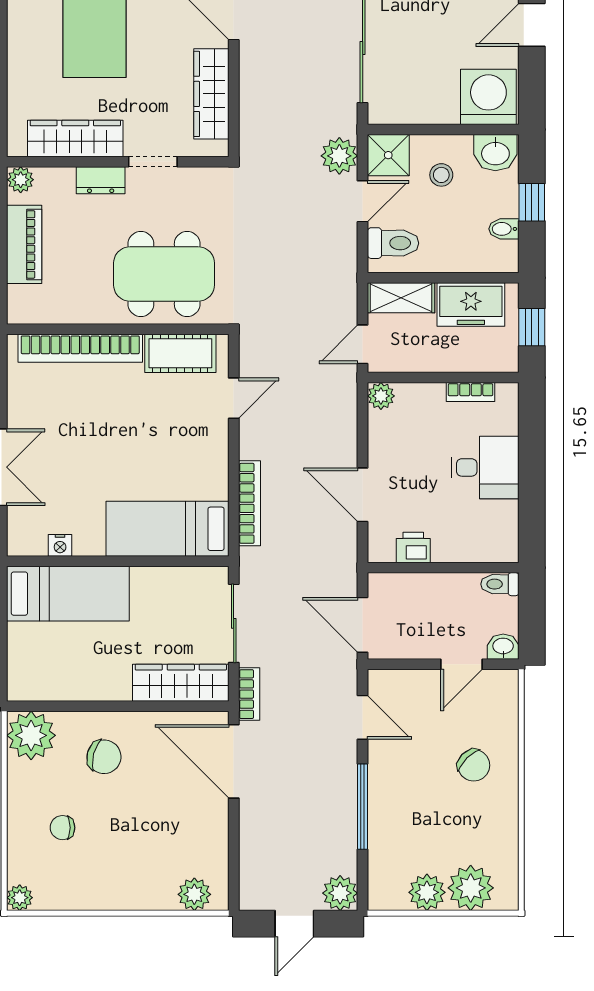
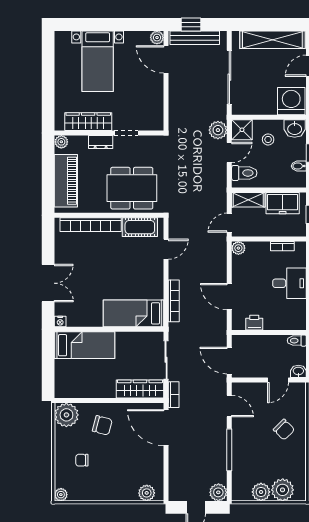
wardrobe: (211, 94) -> (155, 100), removed
piano: (24, 244) -> (66, 181), width x1.37, depth x1.33
nightstand: (60, 545) -> (60, 321), moved

